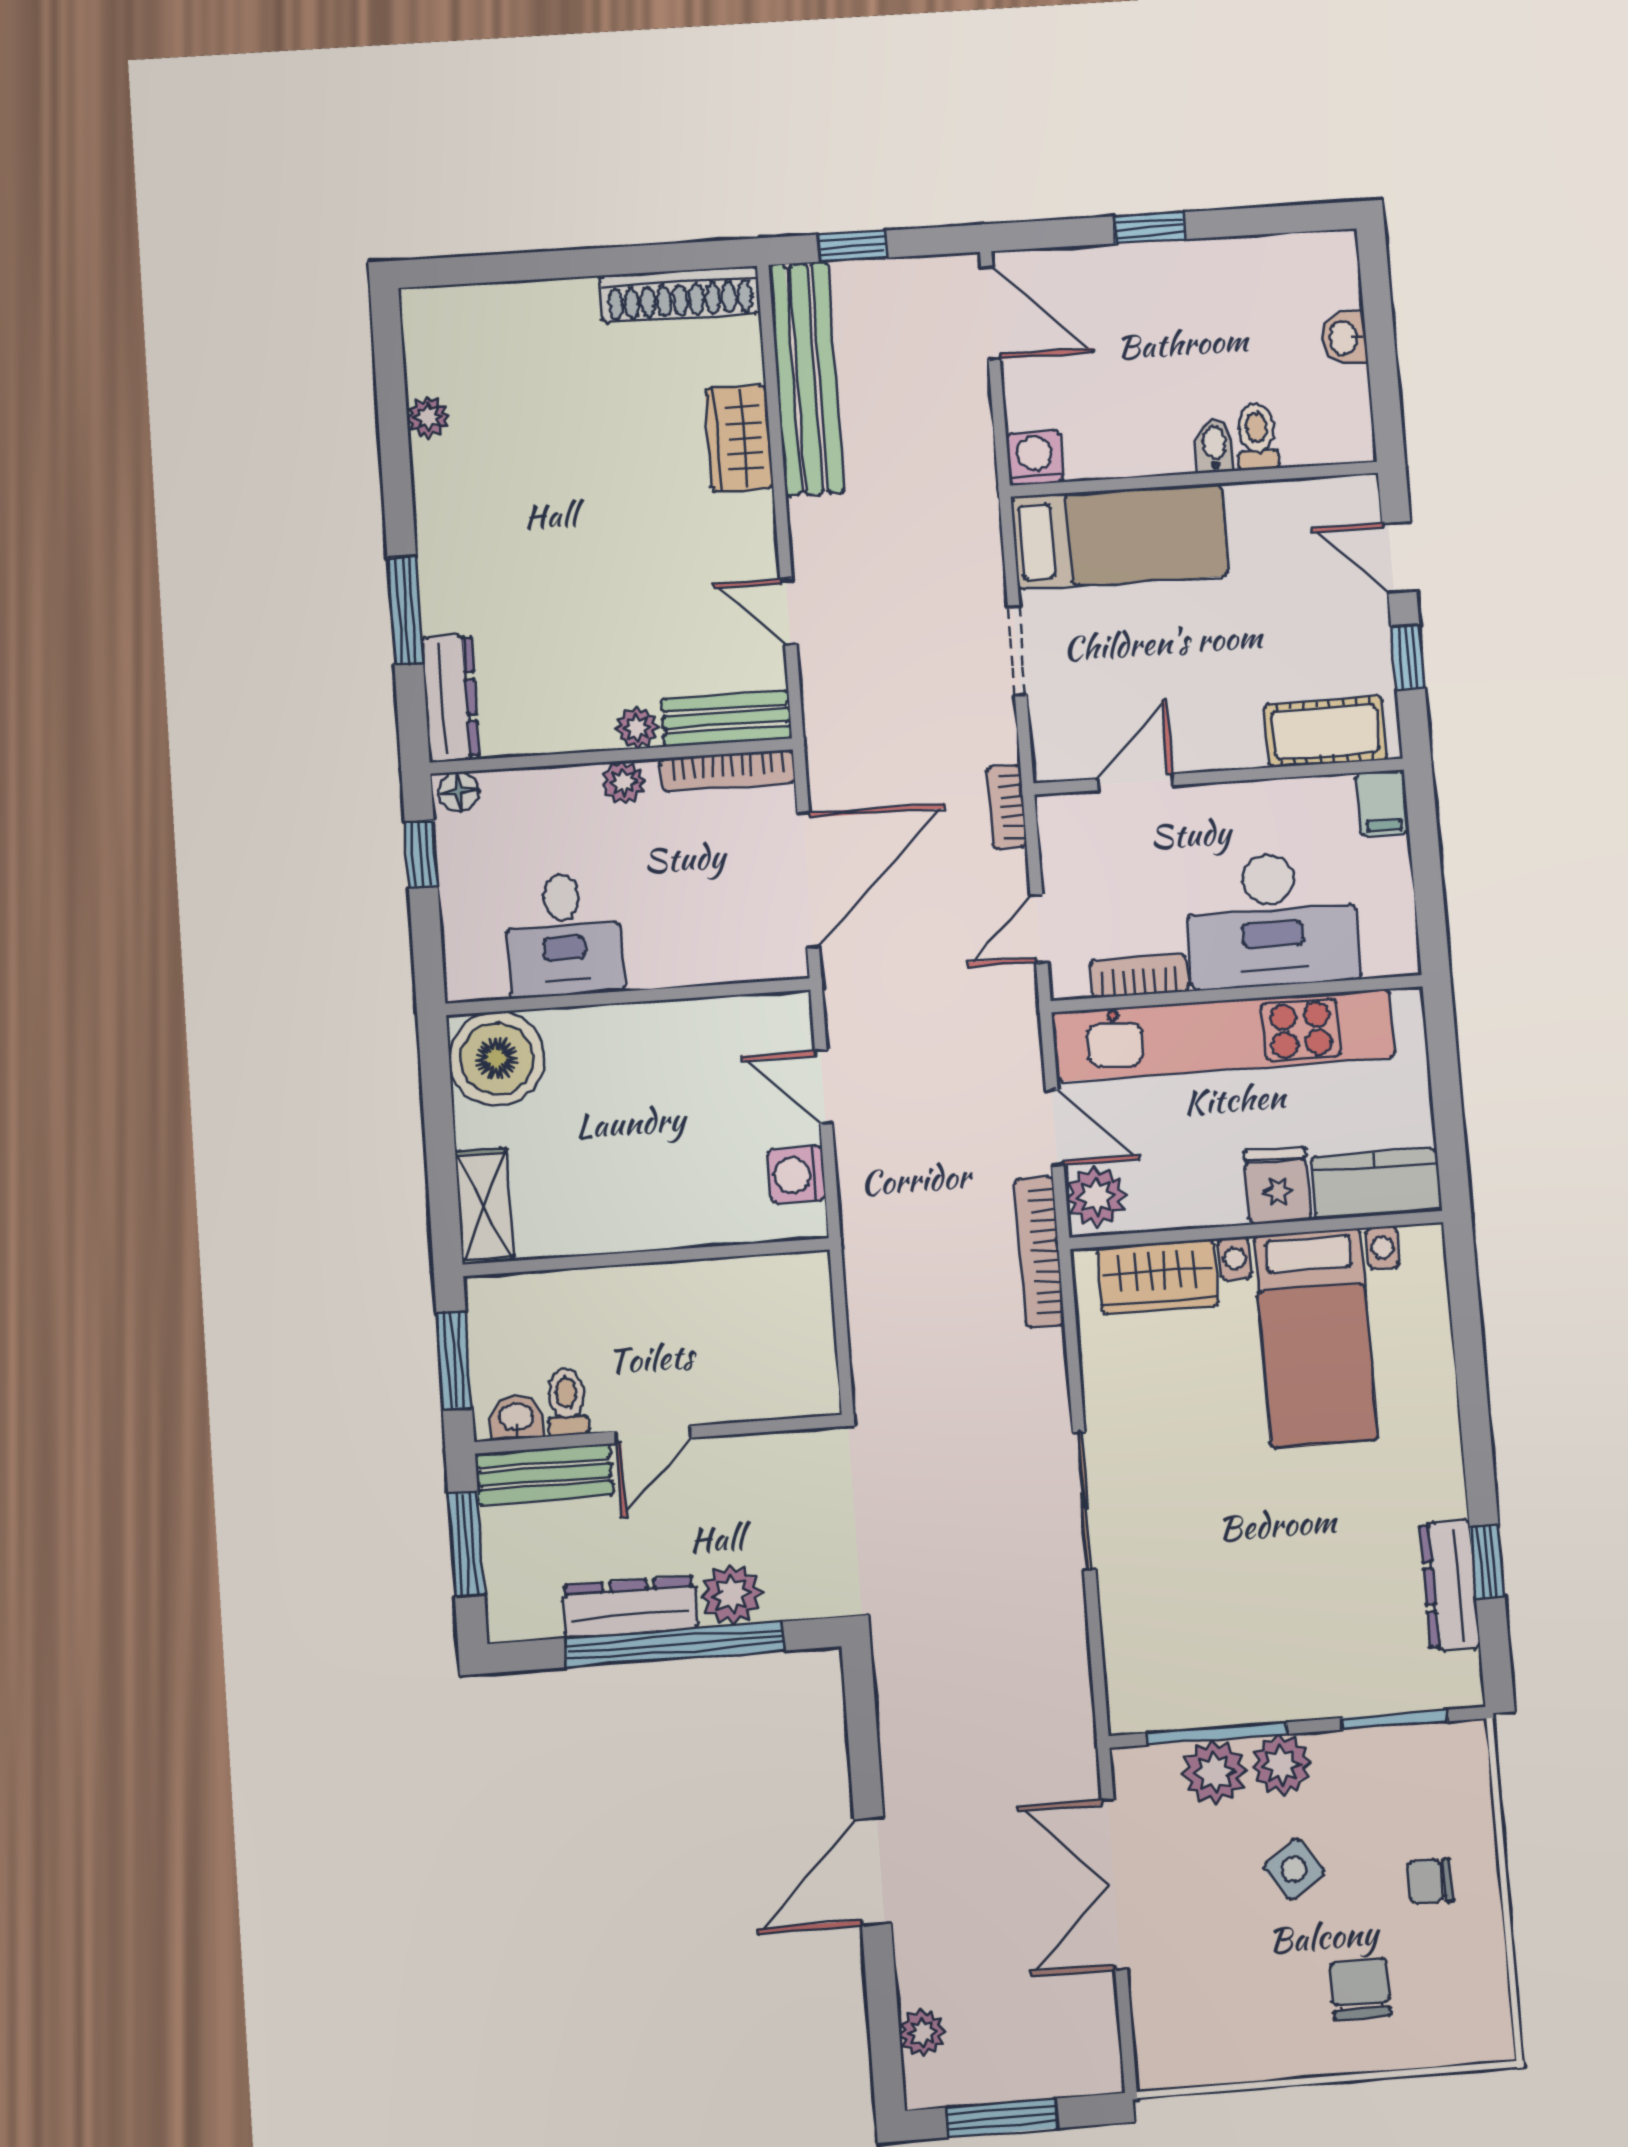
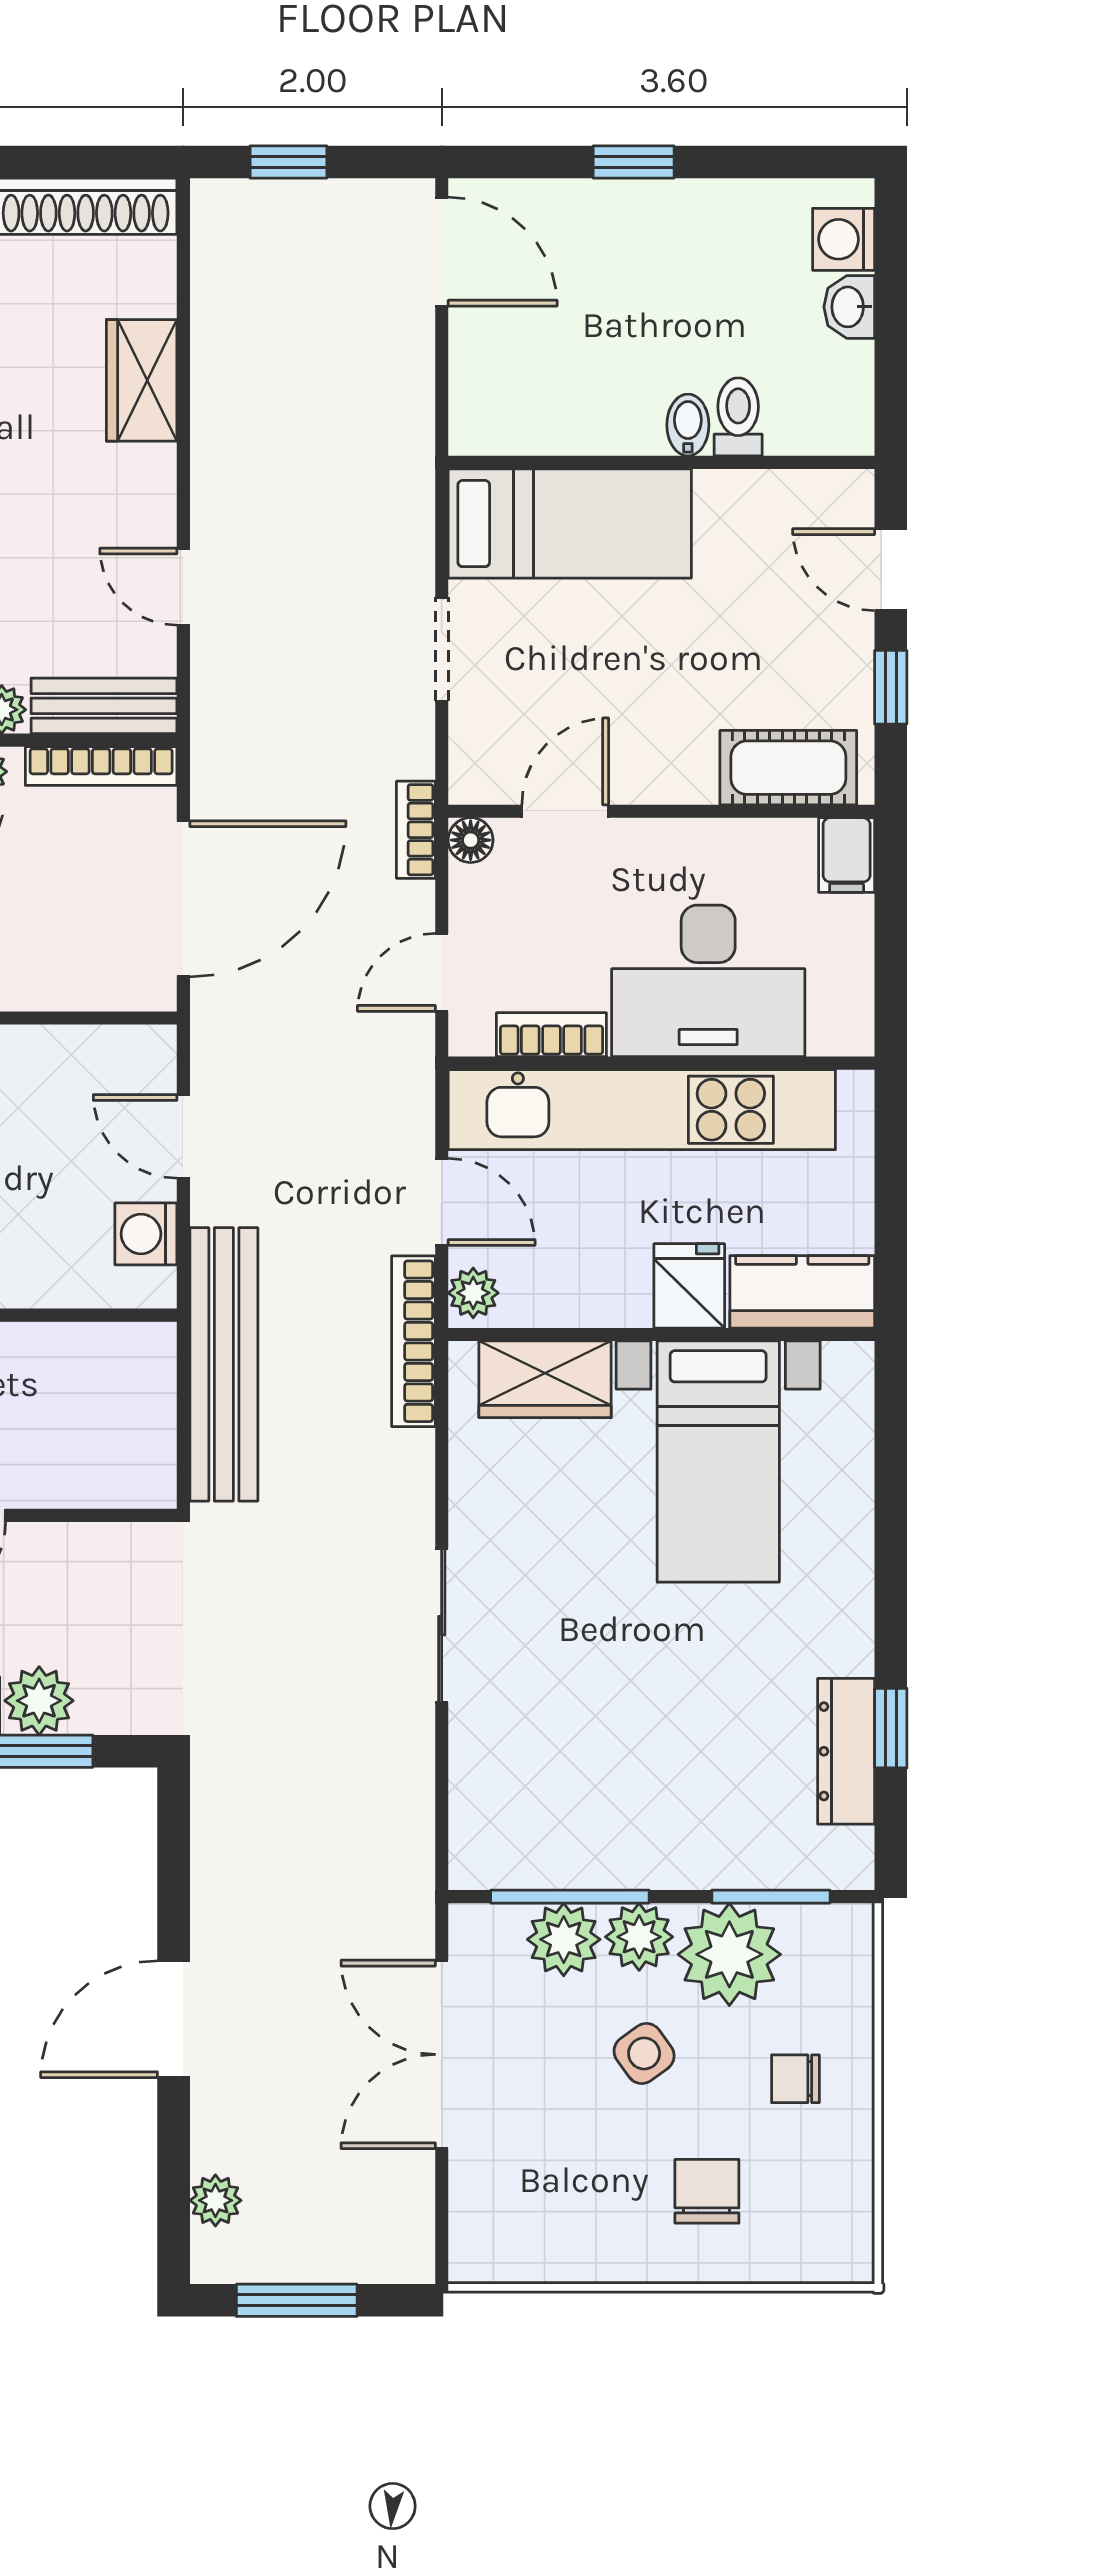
bench: (806, 378) -> (224, 1364), moved
washing machine: (1034, 458) -> (844, 239), moved, turned -90
floor lamp: (1055, 813) -> (471, 840), added
plant: (1096, 1197) -> (473, 1293), width x0.73, depth x0.73
plant: (1362, 1774) -> (729, 1954), added

